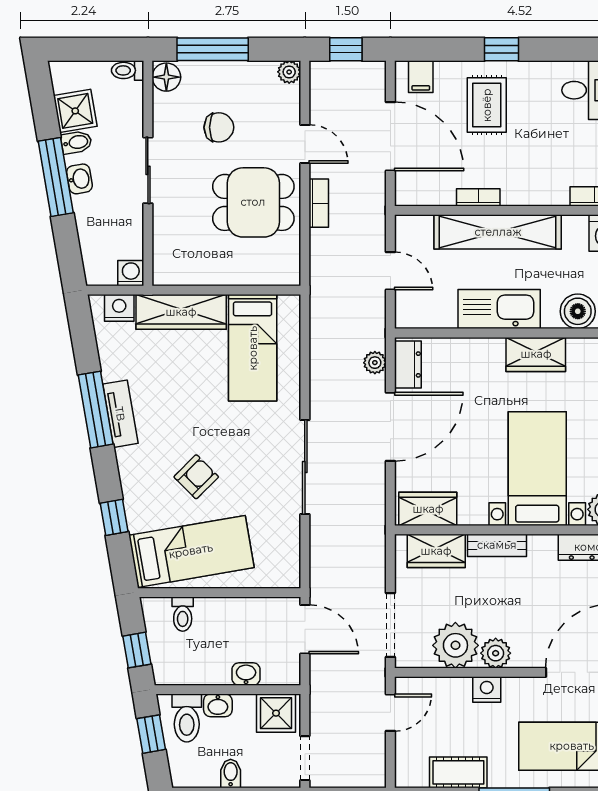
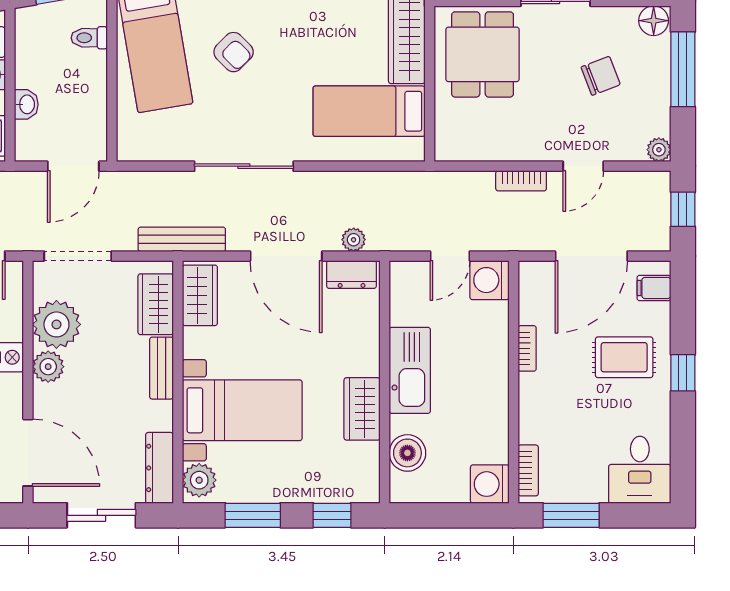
chair: (219, 127) -> (601, 76), turned -111
dining table: (253, 202) -> (483, 54), moved
shelving: (498, 232) -> (491, 369), removed
washing machine: (413, 233) -> (489, 280), added
bench: (374, 526) -> (182, 239), added

